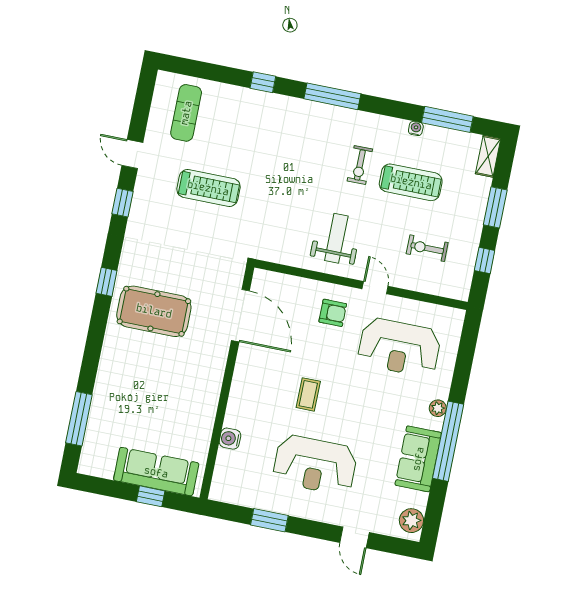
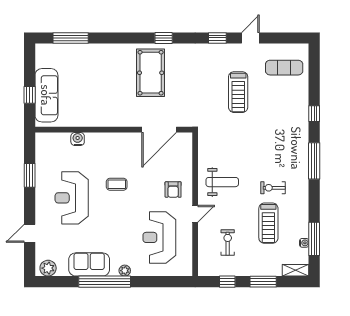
water cooler: (416, 128) -> (304, 243), moved

